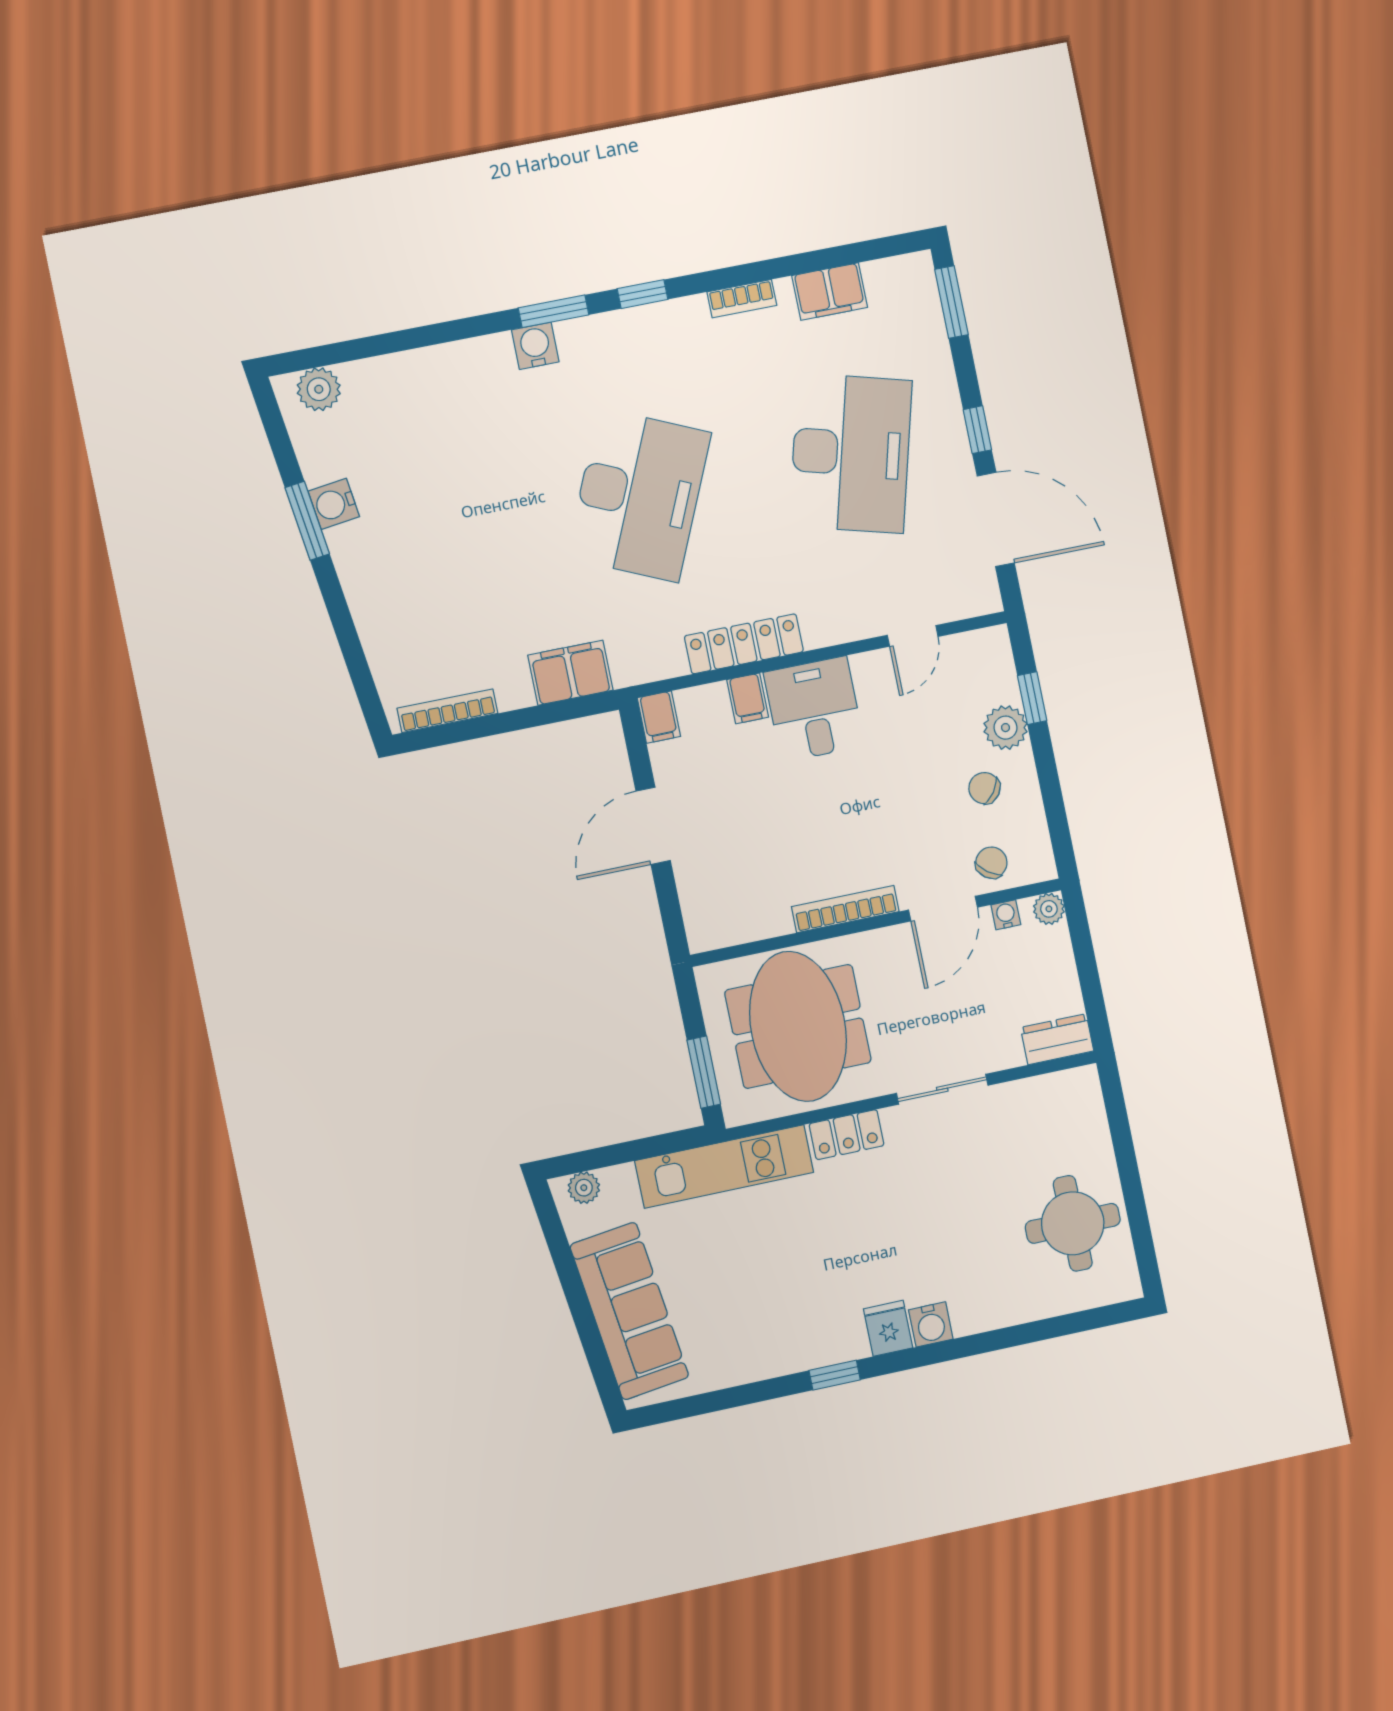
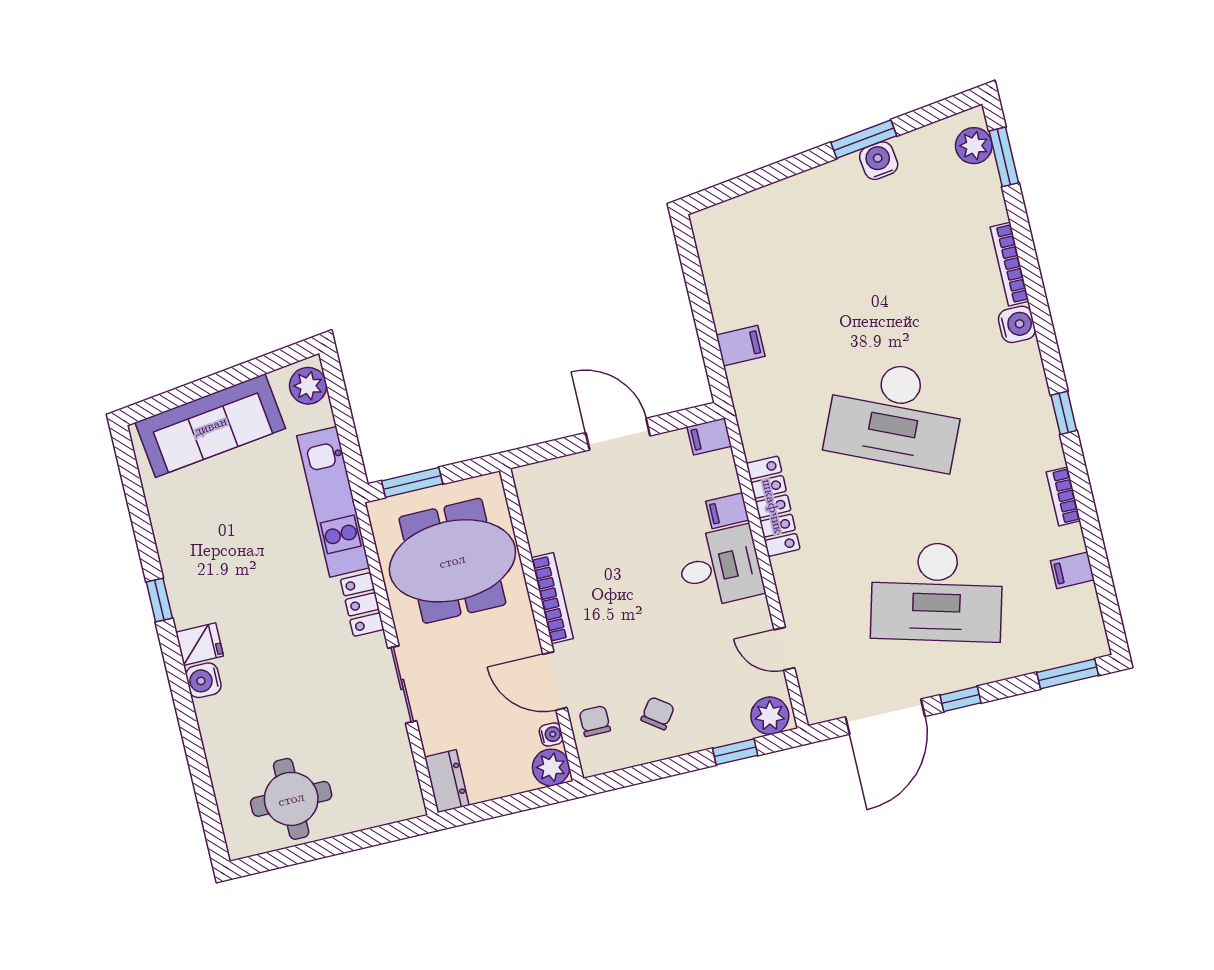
filing cabinet: (830, 292) -> (1072, 570), width x0.50
window: (553, 311) -> (1004, 157), moved
filing cabinet: (570, 673) -> (741, 346), width x0.50
bookcase: (447, 711) -> (1010, 264), moved, turned 180
plant: (1006, 728) -> (770, 716), moved
chair: (991, 863) -> (595, 721), turned -127
plant: (1049, 909) -> (551, 767), width x1.38, depth x1.38
plant: (584, 1188) -> (308, 386), width x1.38, depth x1.38

